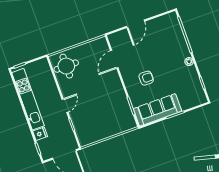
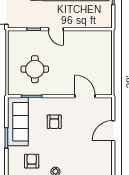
door: (135, 24) -> (113, 131), hinge flipped
round table: (66, 66) -> (35, 69), moved
armchair: (187, 85) -> (32, 161), added

